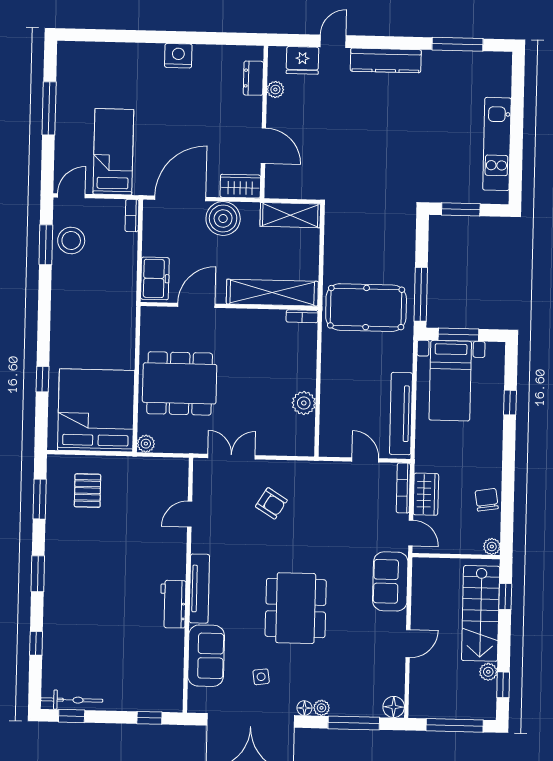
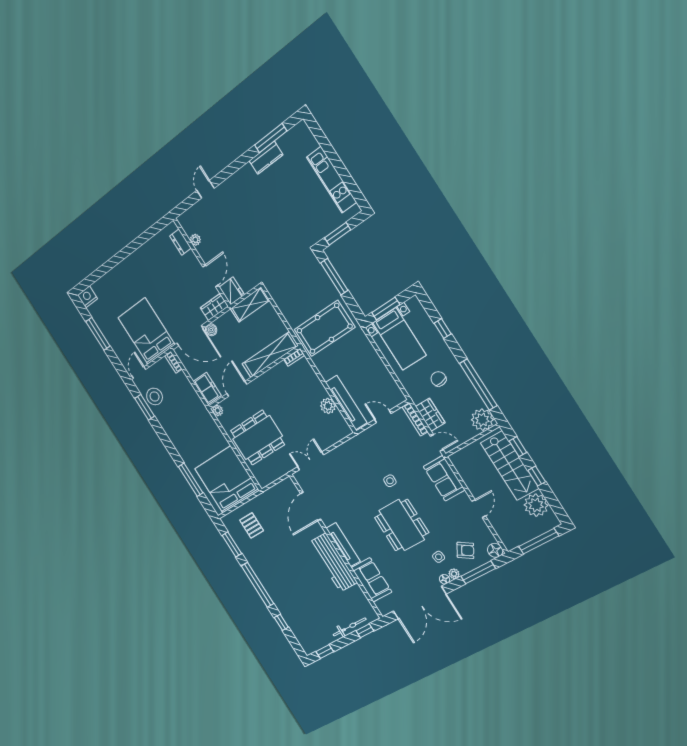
nightstand: (178, 56) -> (87, 297), moved
fridge: (302, 60) -> (232, 291), moved, turned -90
kitchen counter: (386, 60) -> (266, 158), moved, width x0.67
door: (263, 146) -> (211, 276), hinge flipped
bed: (113, 152) -> (146, 331), width x1.50
door: (180, 198) -> (190, 336), swing flipped
boiler: (223, 219) -> (211, 330), width x0.54, depth x0.54
window: (421, 294) -> (334, 277), moved
window: (42, 379) -> (191, 480), width x2.17
tv unit: (401, 414) -> (346, 403), moved, turned 180
plant: (146, 444) -> (218, 410), moved
window: (508, 495) -> (478, 384), added
chair: (487, 500) -> (438, 379), moved
armchair: (271, 503) -> (465, 550), moved
door: (190, 514) -> (311, 506), width x1.88
side table: (319, 544) -> (390, 481), added
plant: (492, 547) -> (482, 420), width x1.88, depth x1.88
window: (38, 574) -> (257, 585), width x2.11
workbench: (173, 604) -> (333, 562), width x1.88, depth x1.32
plant: (488, 672) -> (536, 505), width x1.88, depth x1.88
side table: (261, 677) -> (439, 557), moved
window: (503, 685) -> (537, 476), moved
bicycle: (72, 700) -> (350, 627), moved

